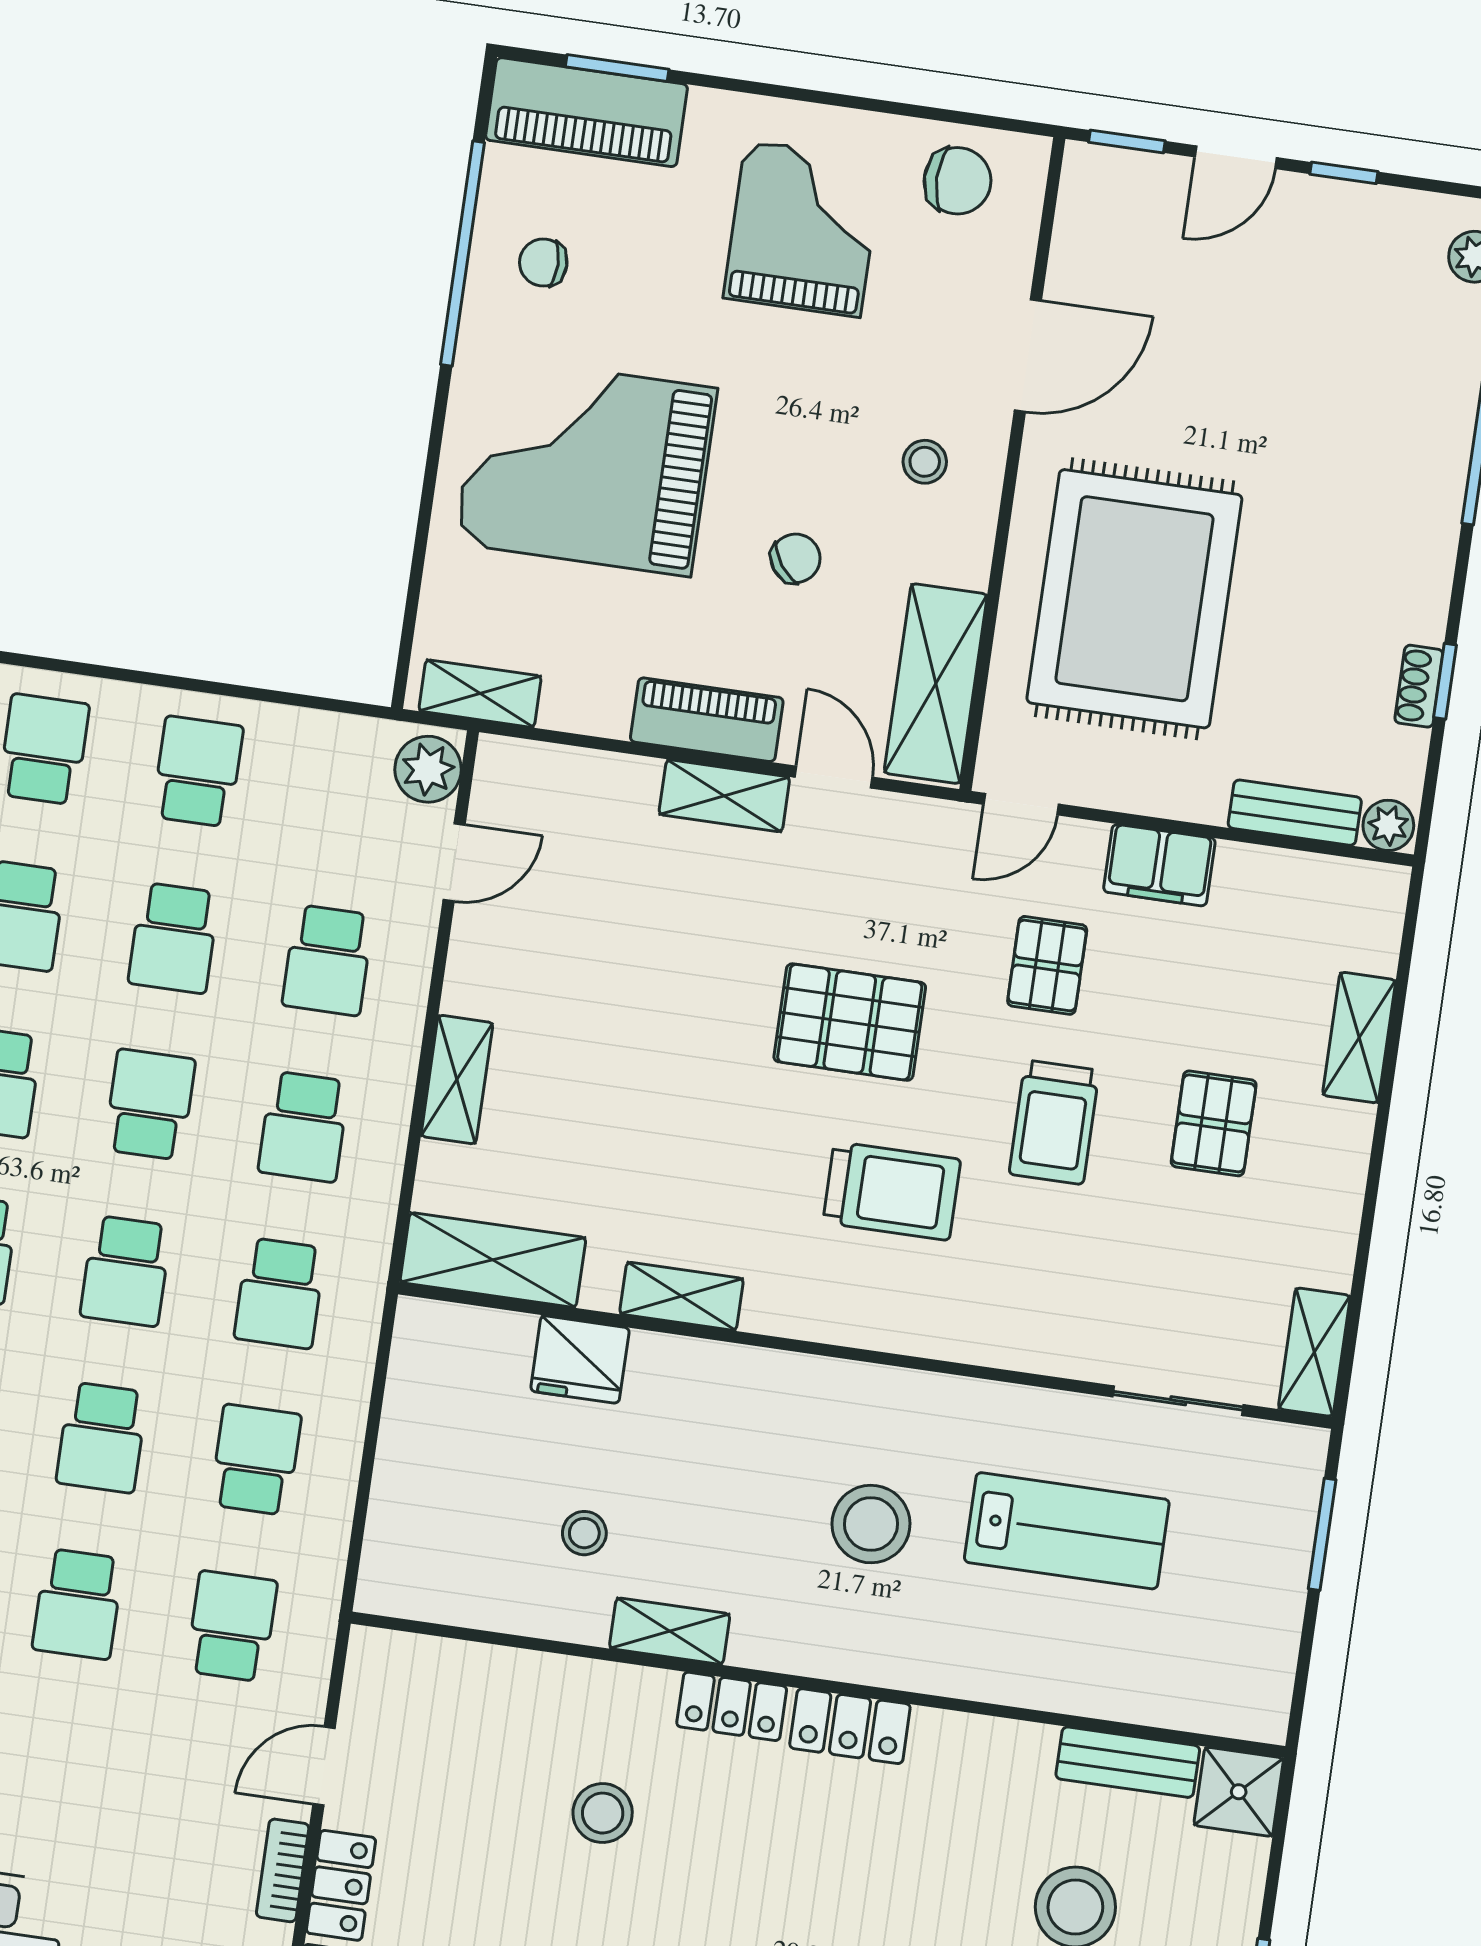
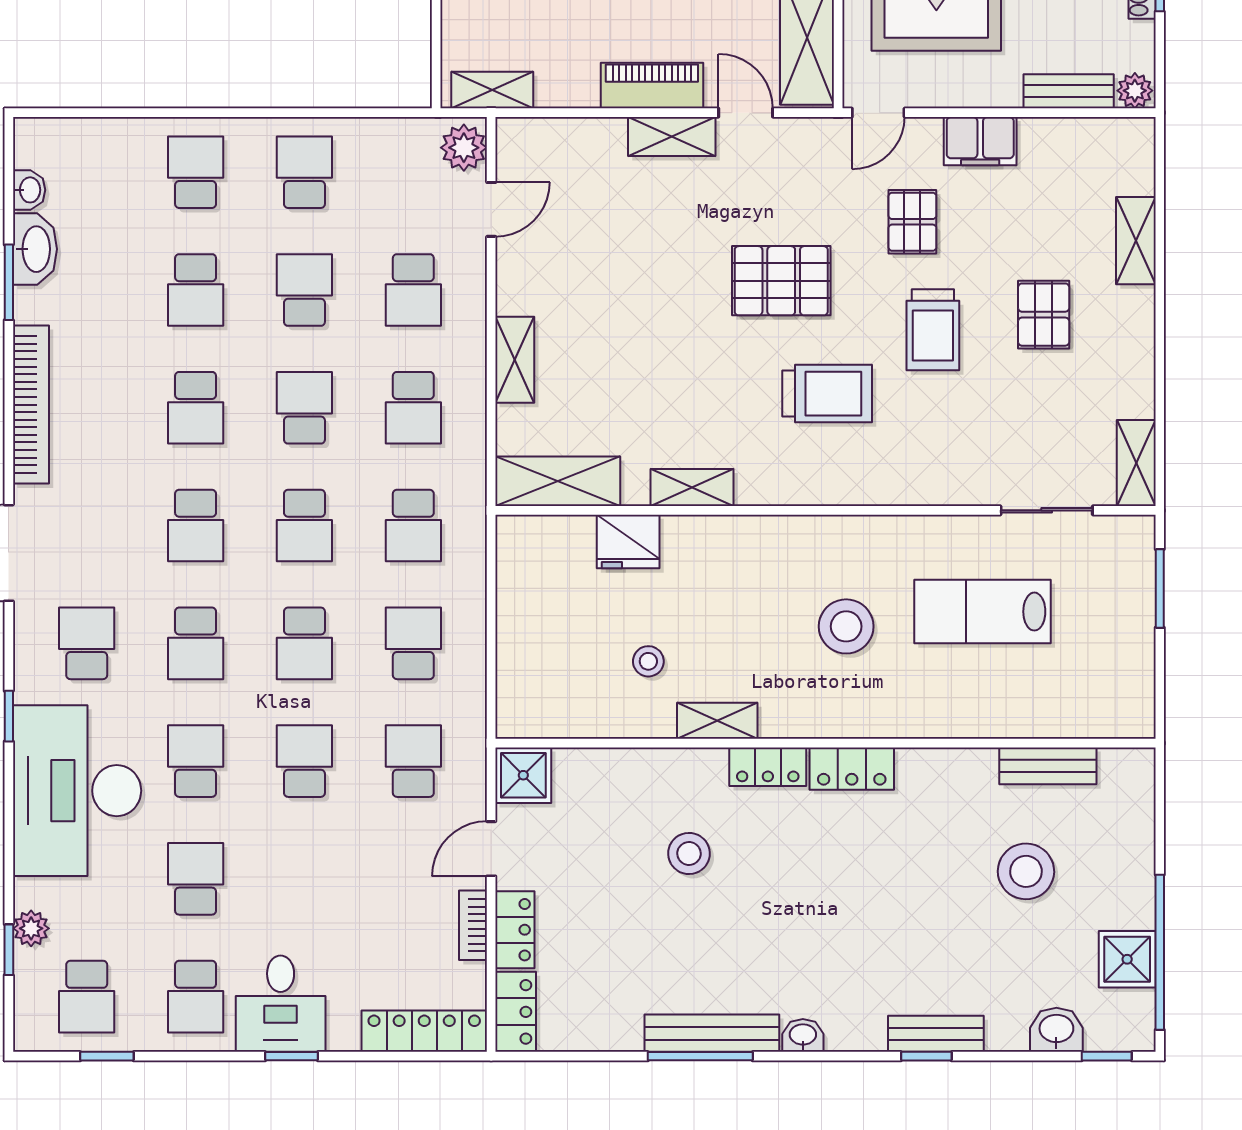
school desk: (174, 938) -> (304, 290), turned 180
lab bench: (1067, 1531) -> (982, 612), turned 180
school desk: (78, 1604) -> (304, 761), turned 180
shower: (1239, 1792) -> (523, 775), moved

